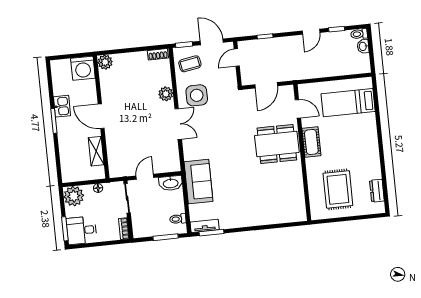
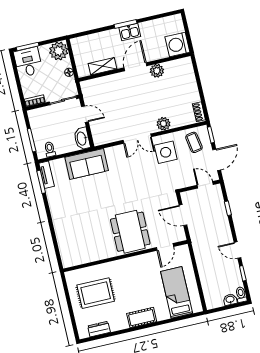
plant: (105, 62) -> (157, 71), moved
kitchen sink: (62, 106) -> (130, 32), moved
cot: (311, 142) -> (142, 318), moved

